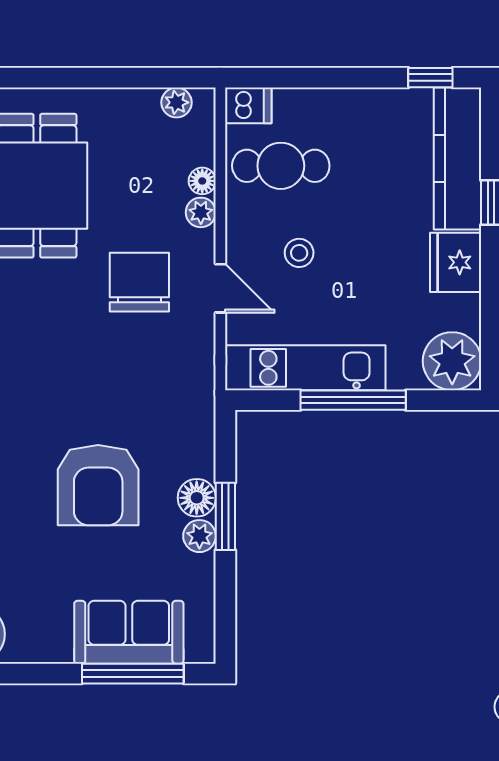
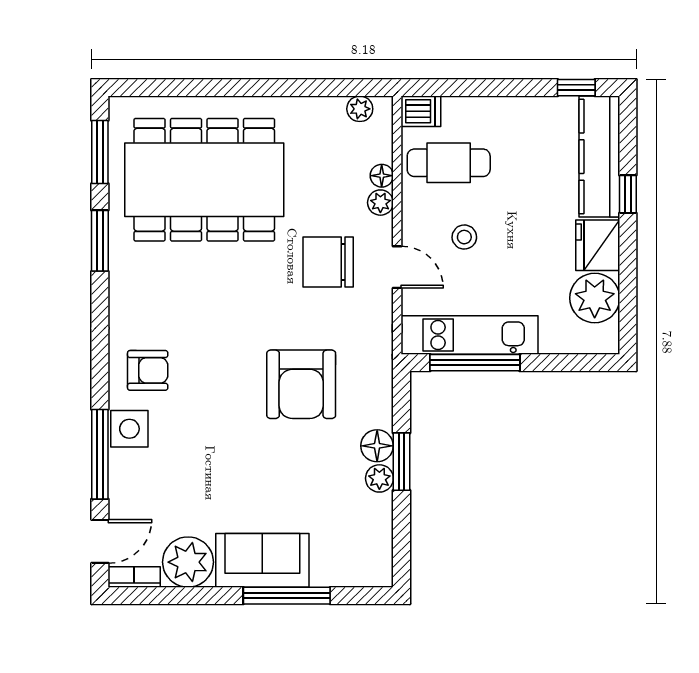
chair: (139, 282) -> (328, 262), turned -90
plant: (452, 361) -> (595, 298), moved
window: (353, 400) -> (475, 363), moved
armchair: (98, 485) -> (301, 384), moved
sofa: (129, 632) -> (262, 560), moved
window: (133, 674) -> (287, 596), moved

